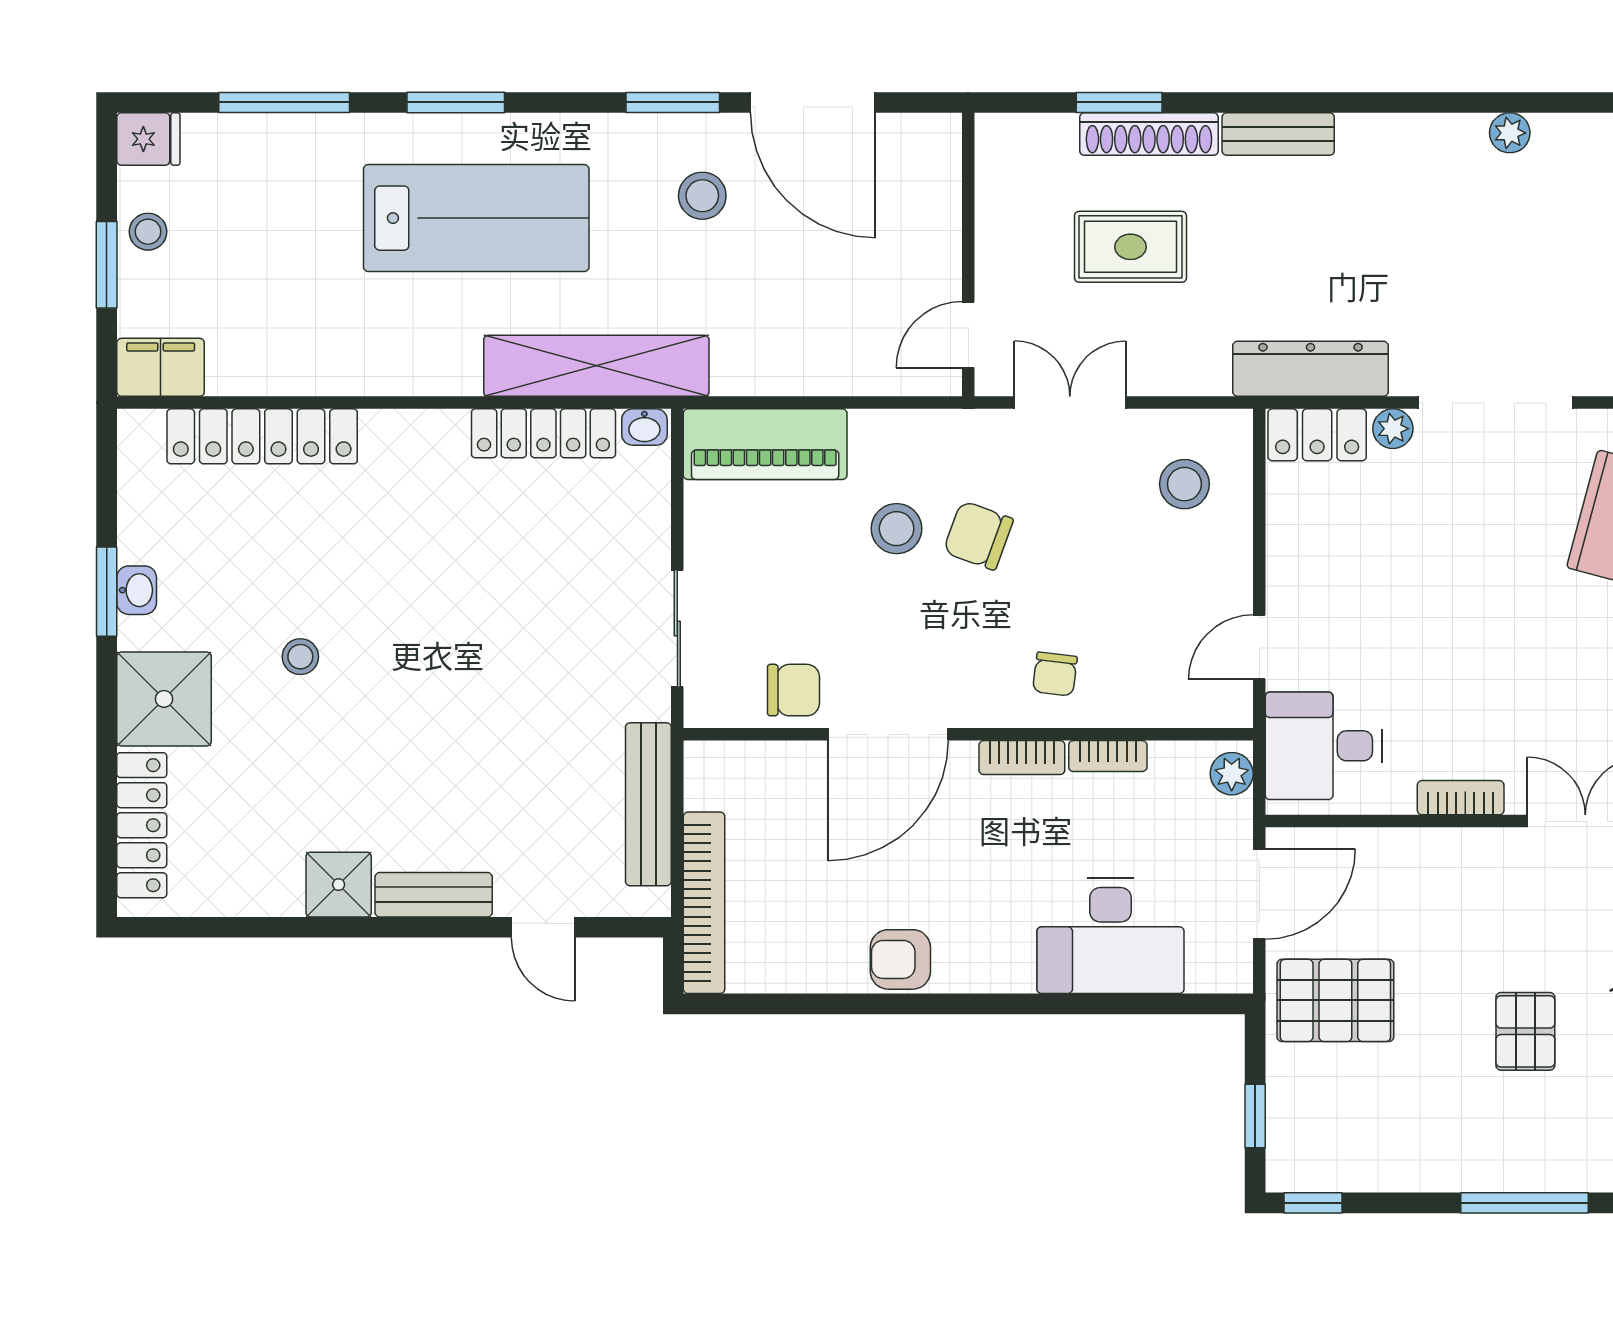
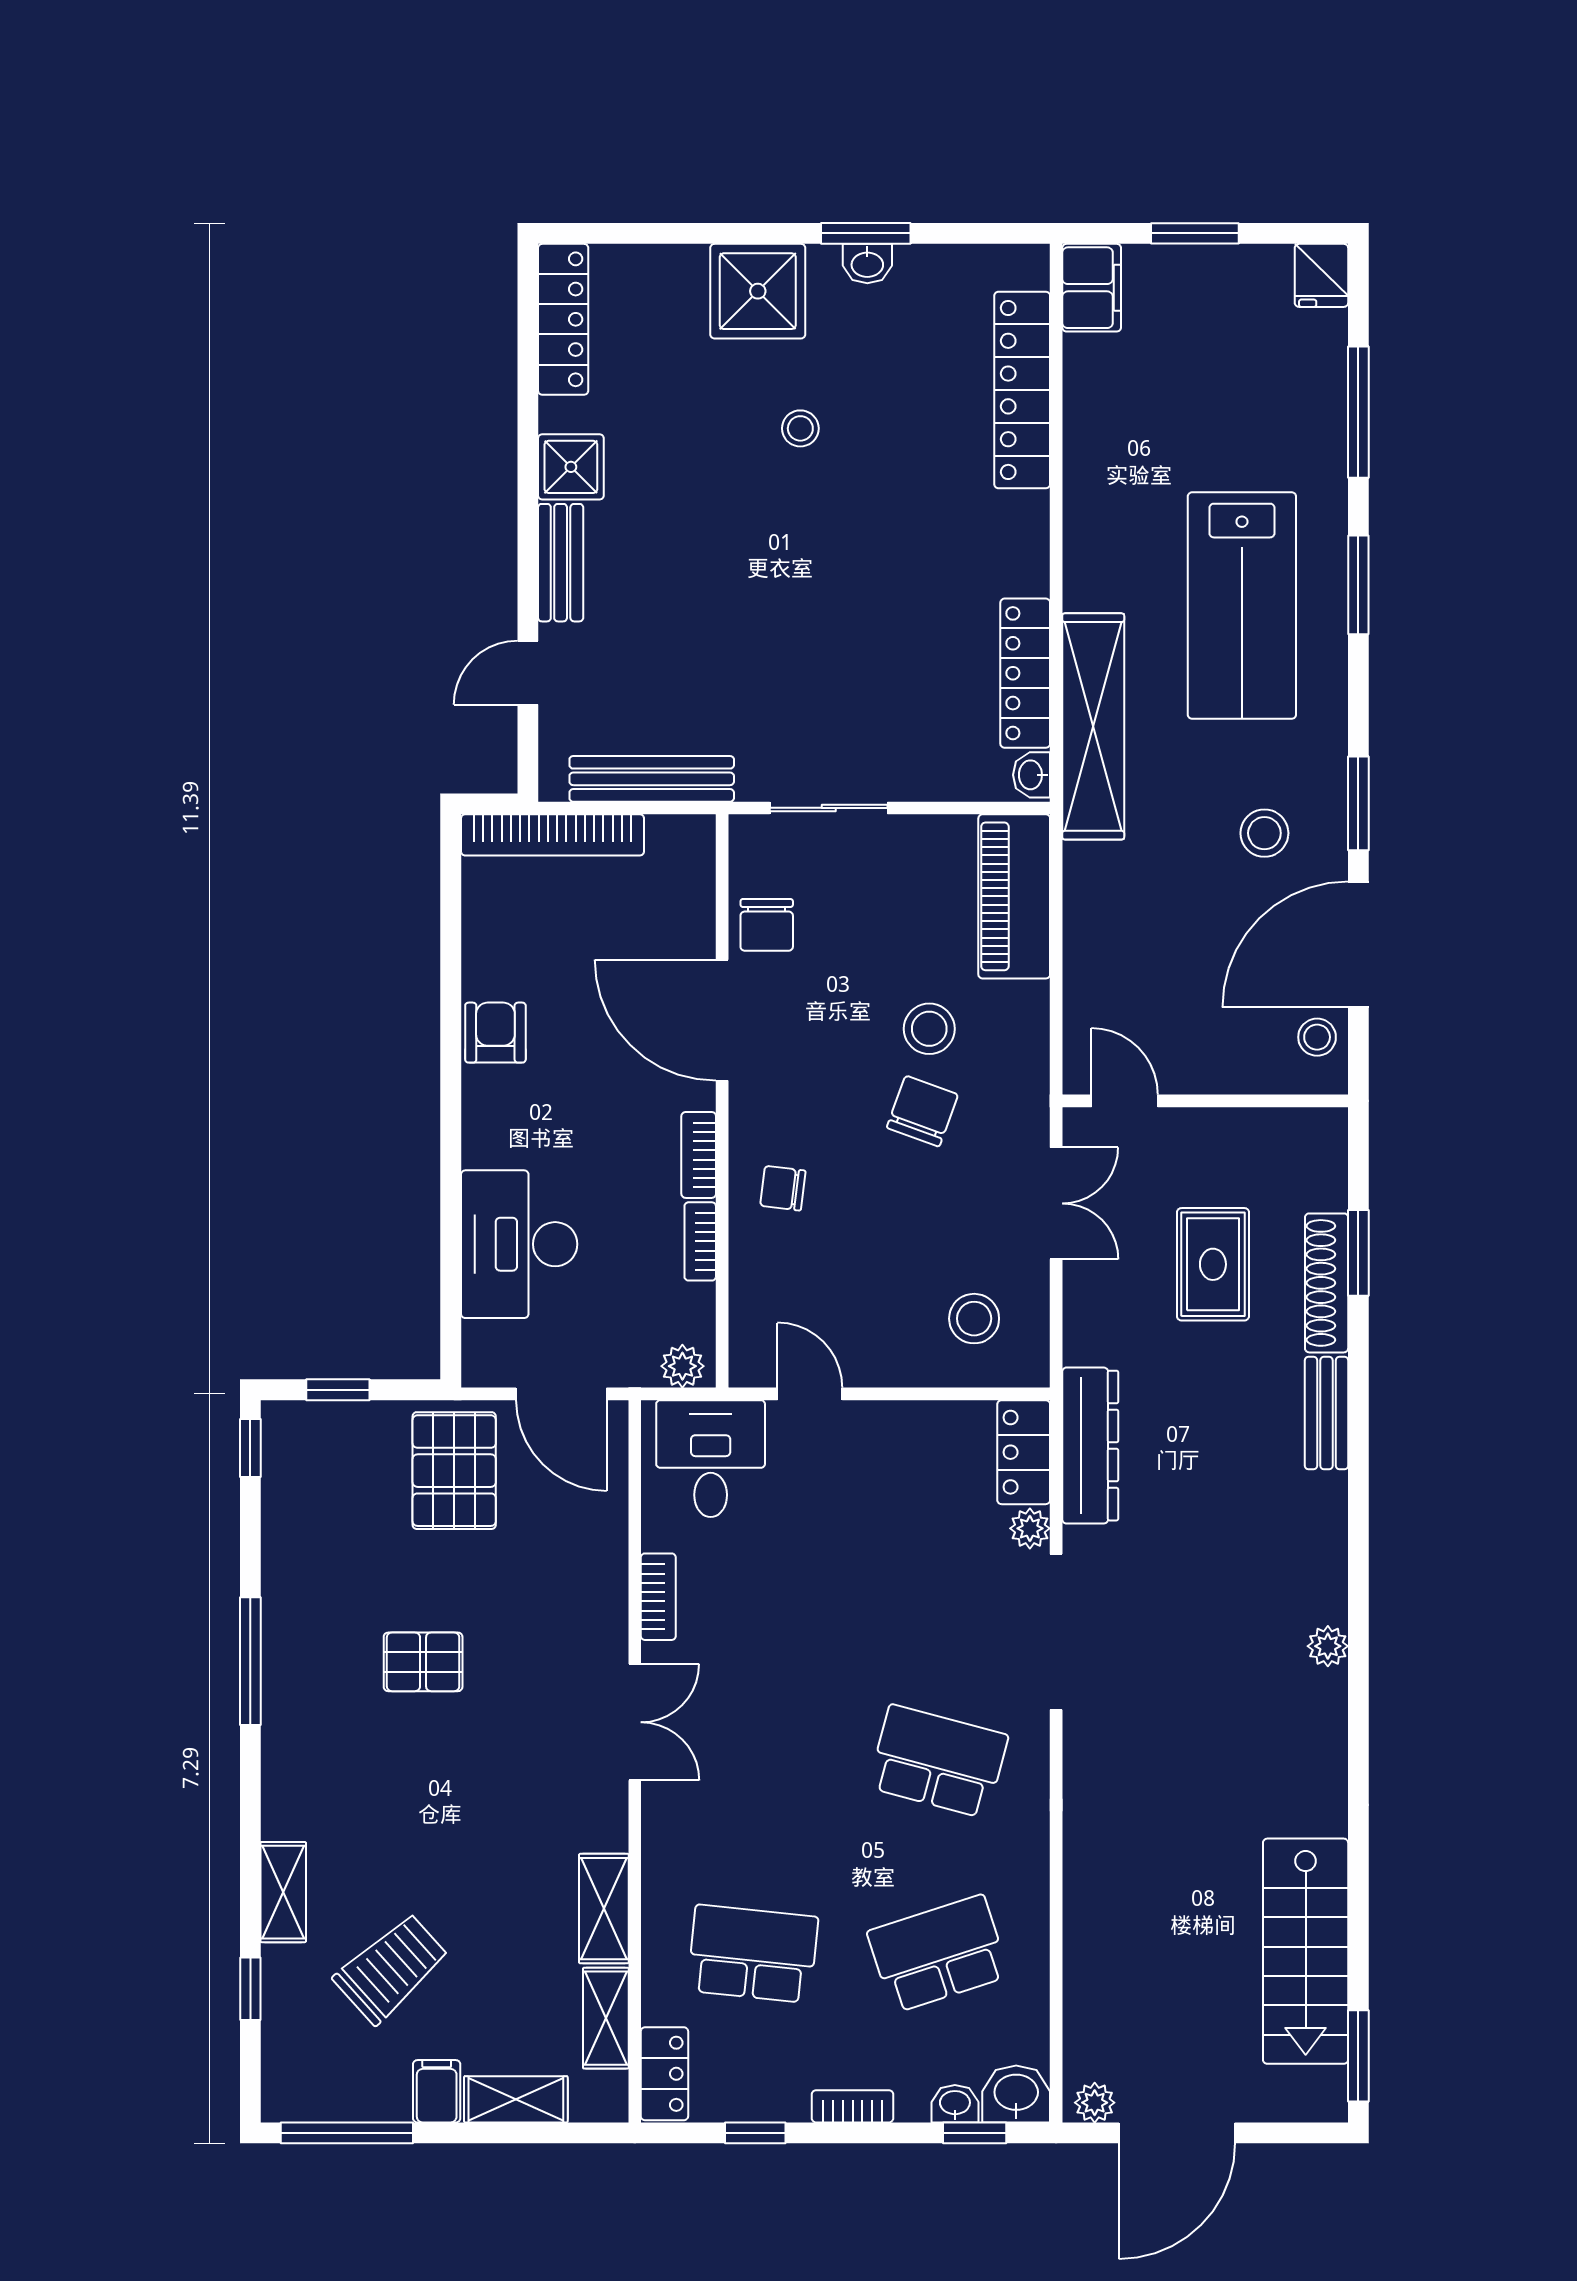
stool: (148, 232) -> (1317, 1037), moved
locker: (142, 825) -> (563, 319), moved, turned -90

